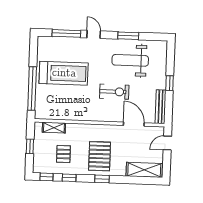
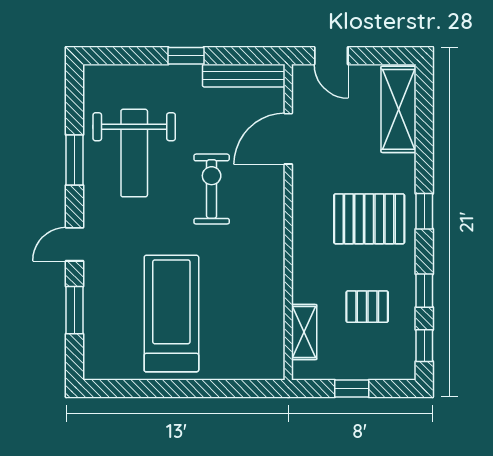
window: (66, 33) -> (75, 310), width x0.69
window: (32, 89) -> (211, 389), removed

